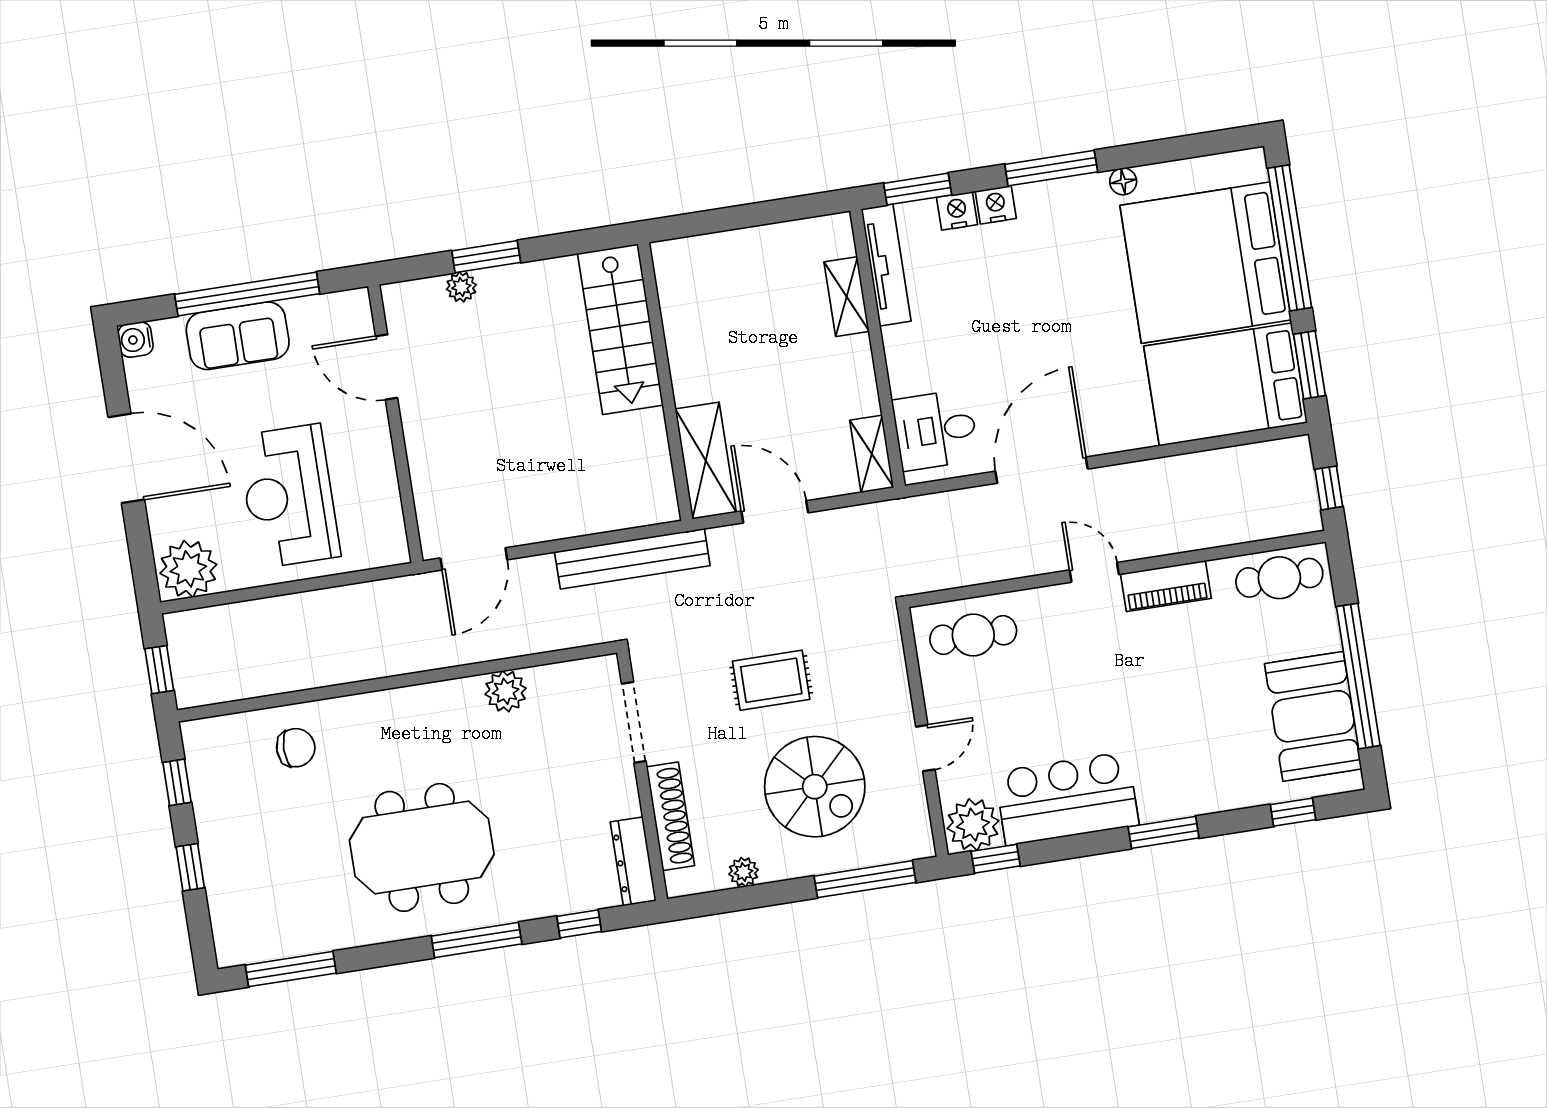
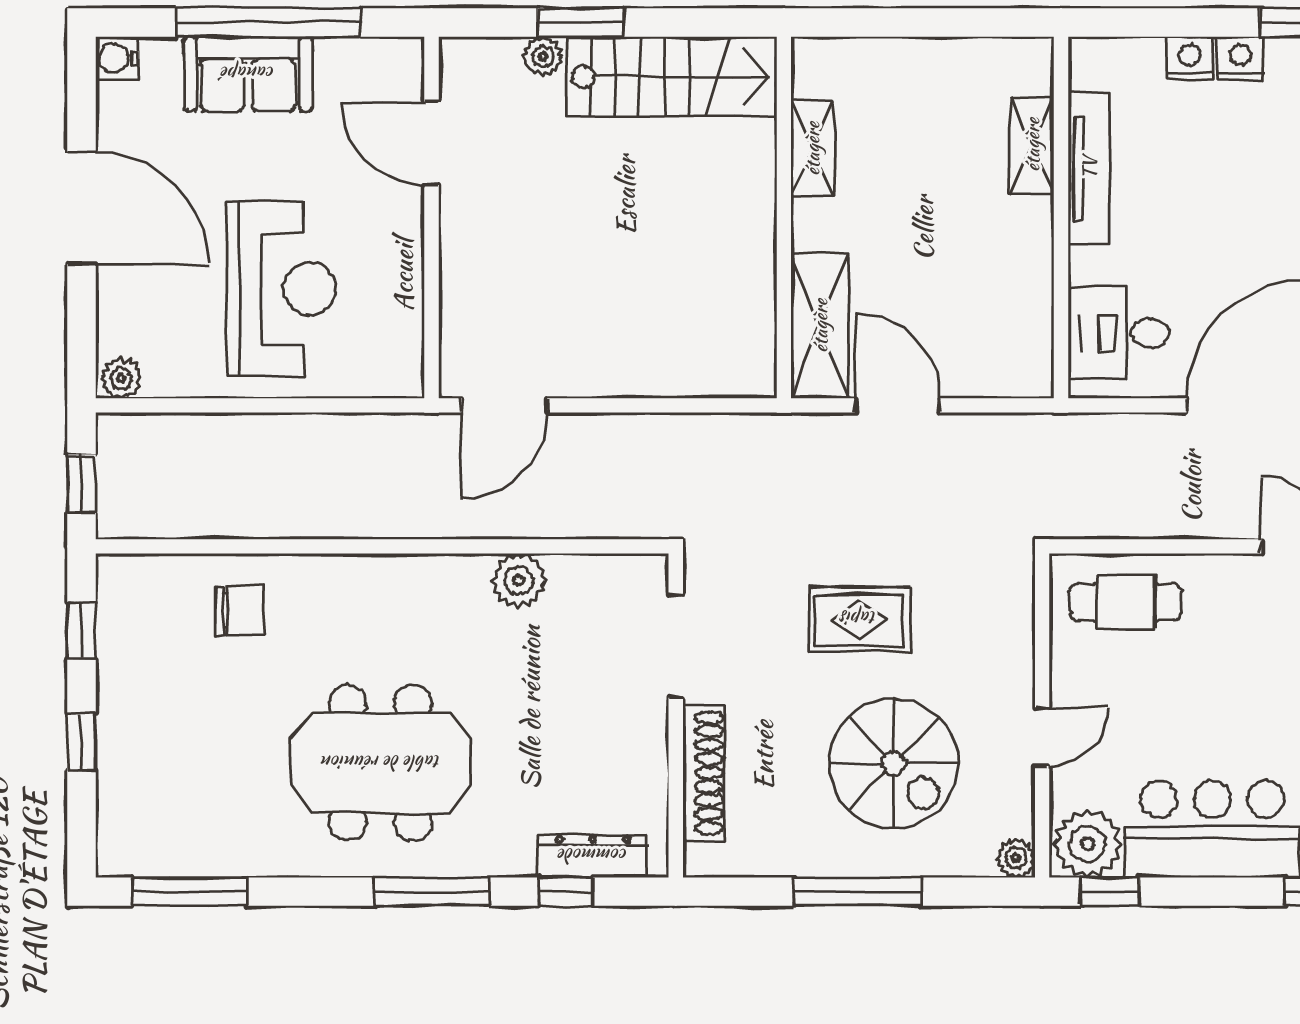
window: (918, 189) -> (1144, 23), removed
tv unit: (886, 265) -> (1089, 168), moved
stairs: (620, 329) -> (672, 76), moved, turned -90
shelving: (872, 454) -> (812, 149), moved
reception desk: (289, 496) -> (281, 288), turned 180
bench: (632, 559) -> (706, 437), removed
plant: (188, 569) -> (121, 379), width x0.53, depth x0.53
dresser: (633, 861) -> (593, 856), moved, turned 90
plant: (743, 872) -> (1016, 858), moved
window: (865, 879) -> (858, 892), moved

